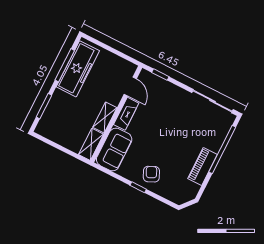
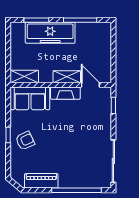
freezer: (78, 69) -> (50, 33), moved
door: (130, 87) -> (90, 85), swing flipped
shelving: (105, 118) -> (67, 77), moved
piano: (203, 166) -> (41, 181), moved

